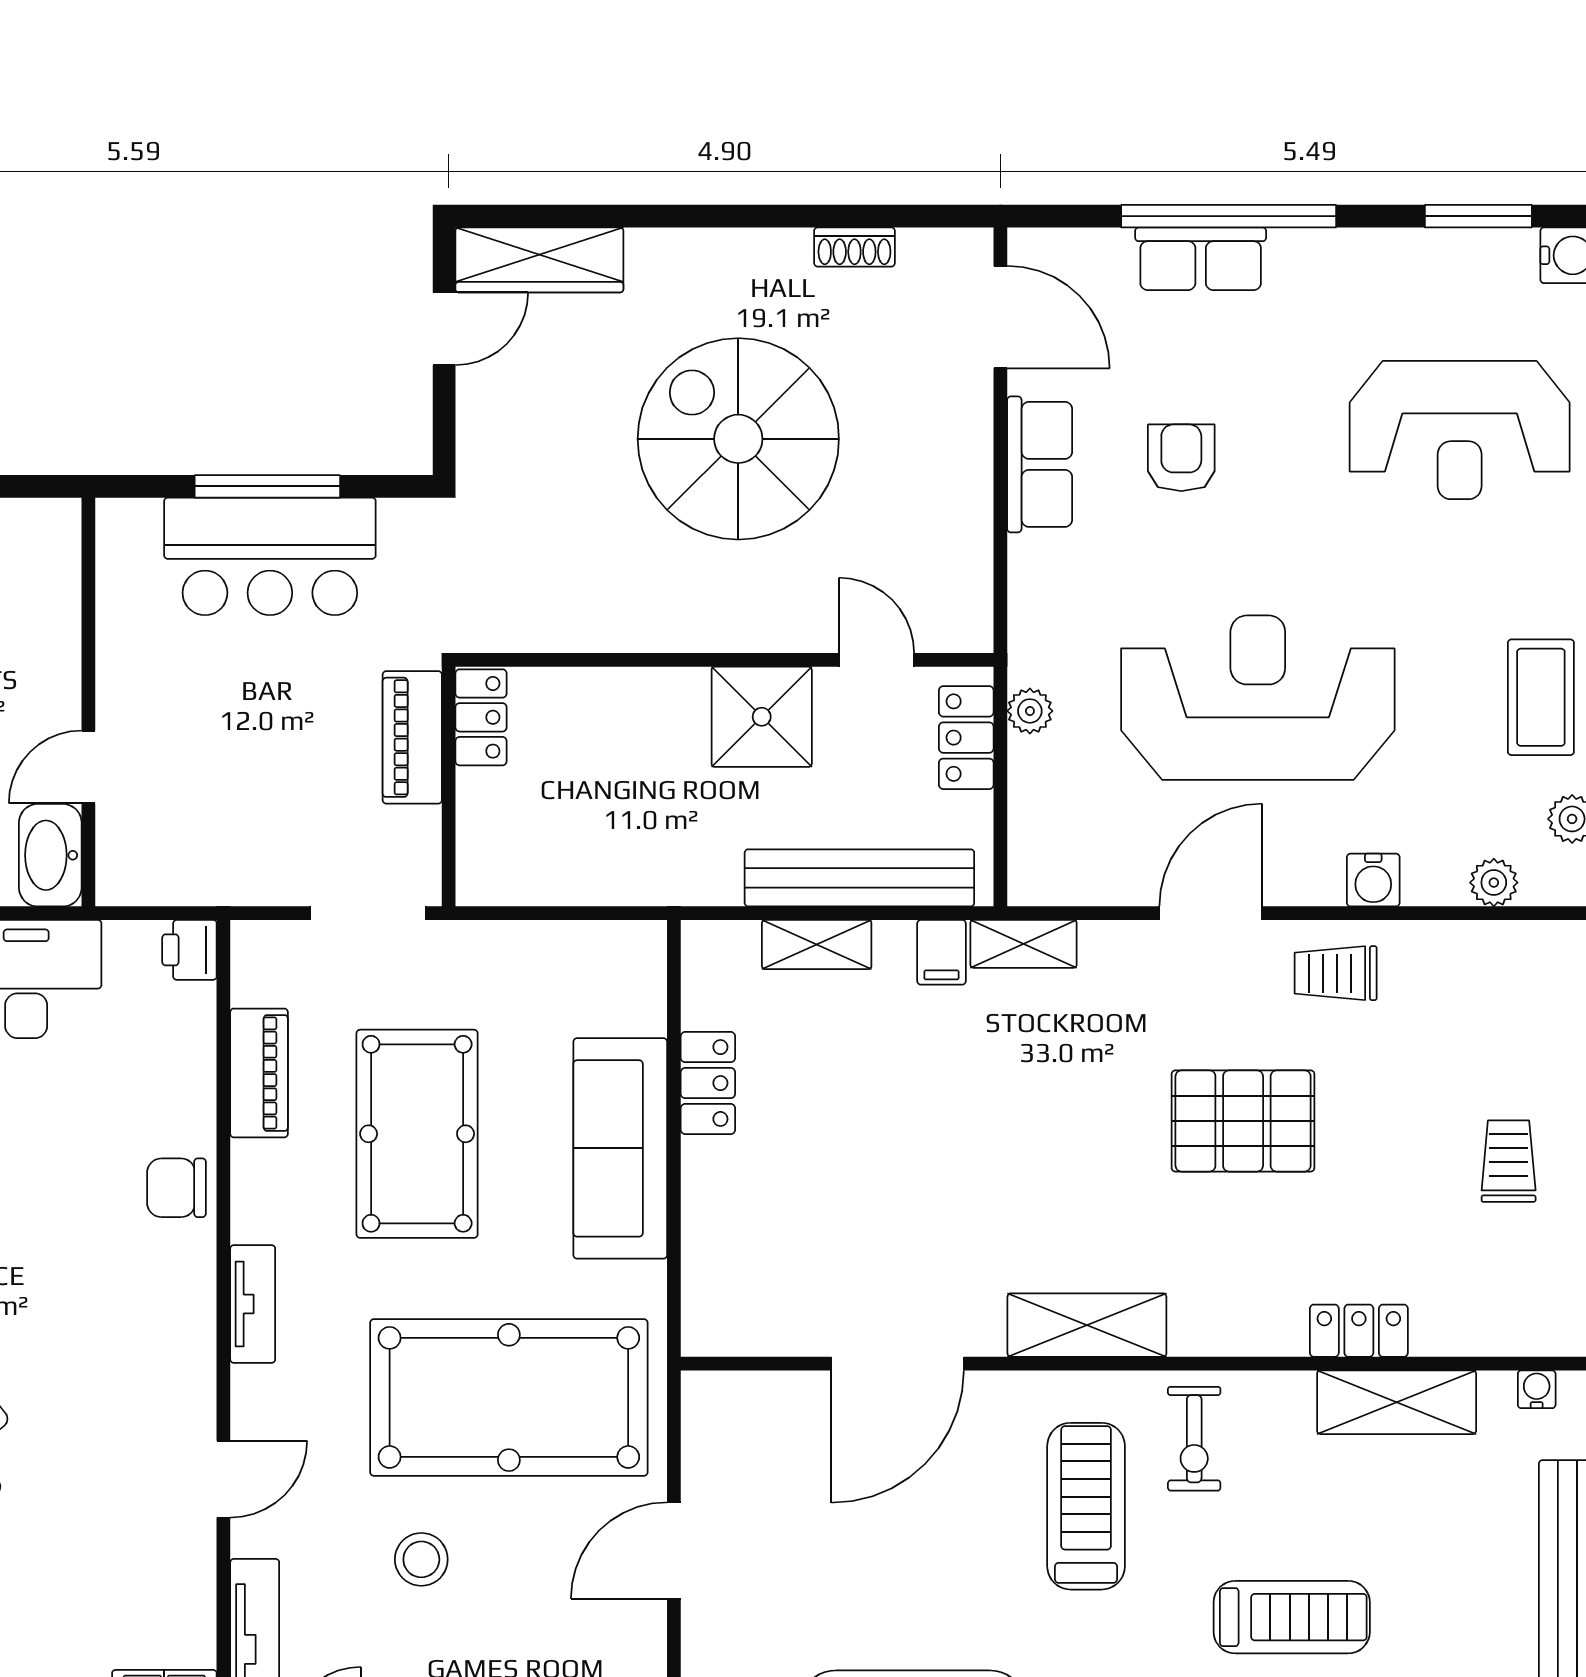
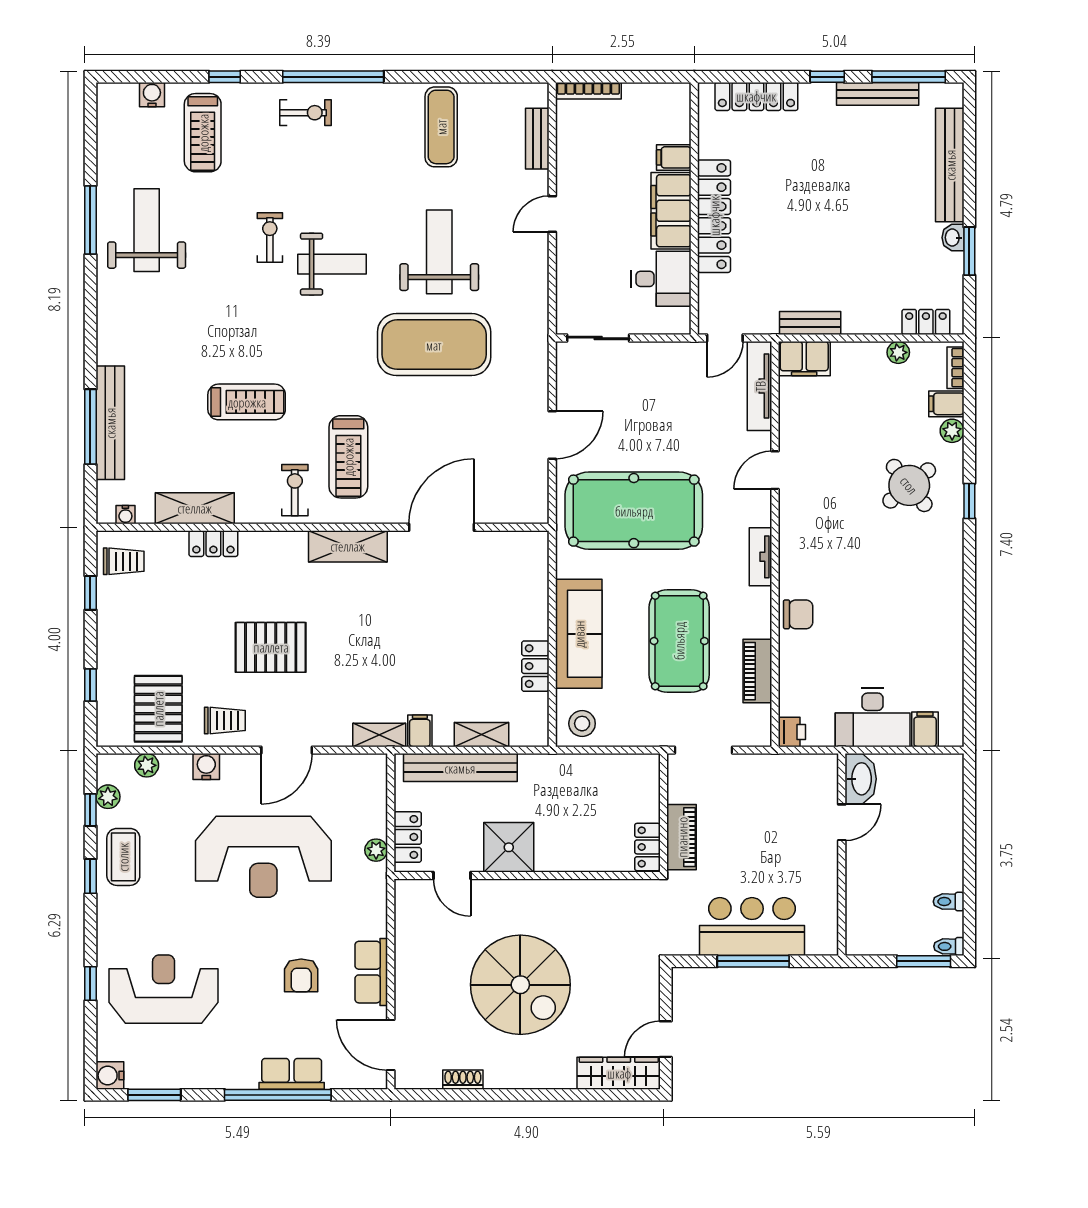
pallet: (1470, 997) -> (158, 709), added
trolley: (1509, 1161) -> (124, 561), moved, turned -90
stool: (421, 1559) -> (582, 724), moved
treadmill: (1292, 1617) -> (247, 402), turned 180

